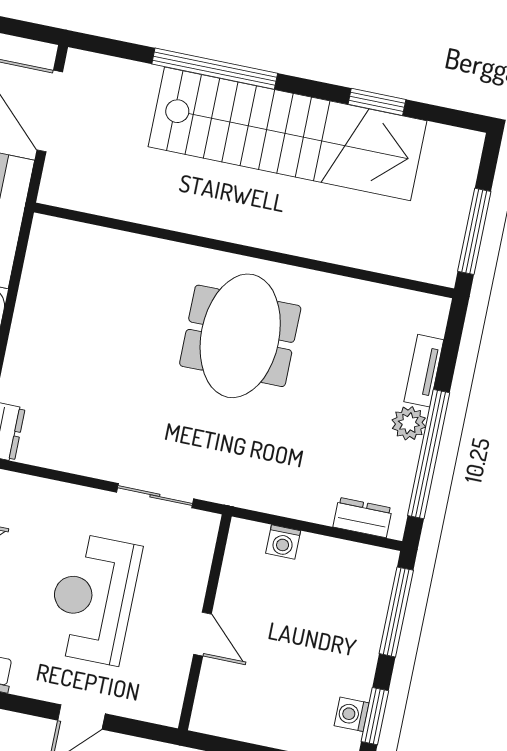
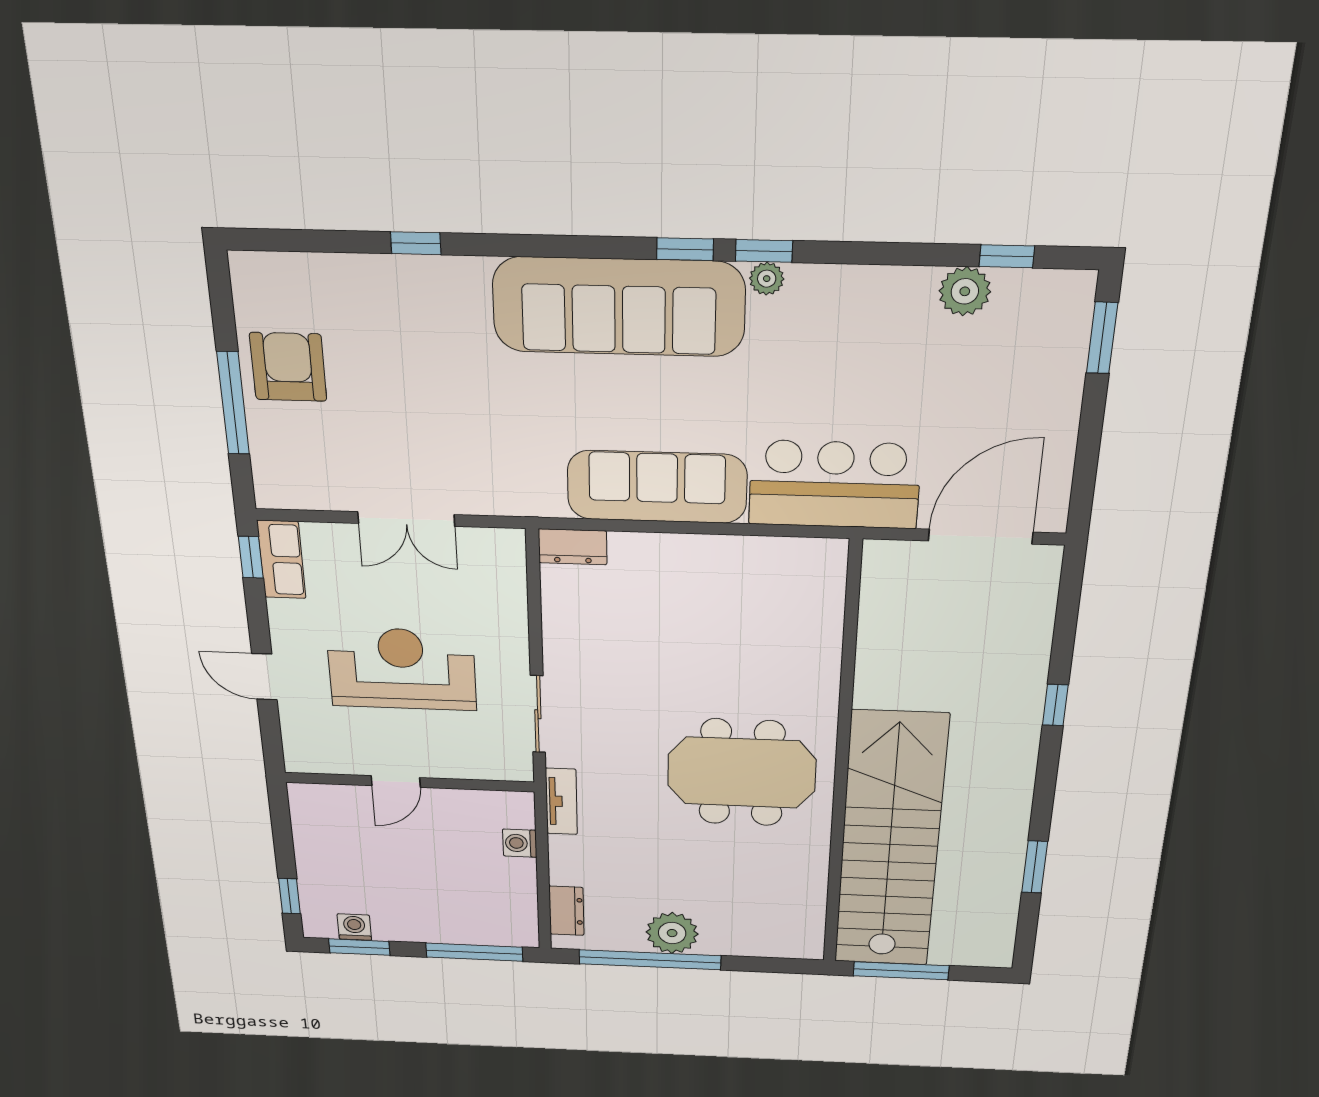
window: (215, 69) -> (1055, 705), width x0.32
stairs: (287, 134) -> (890, 842), moved, turned 180
tv unit: (424, 371) -> (561, 801), moved, turned 90
plant: (409, 423) -> (672, 933), width x1.36, depth x1.36

